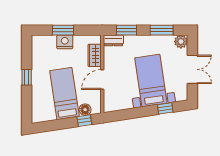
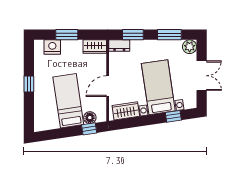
nightstand: (65, 42) -> (52, 47), moved
wardrobe: (95, 55) -> (95, 47), moved, turned -90
wardrobe: (120, 103) -> (126, 111), added

